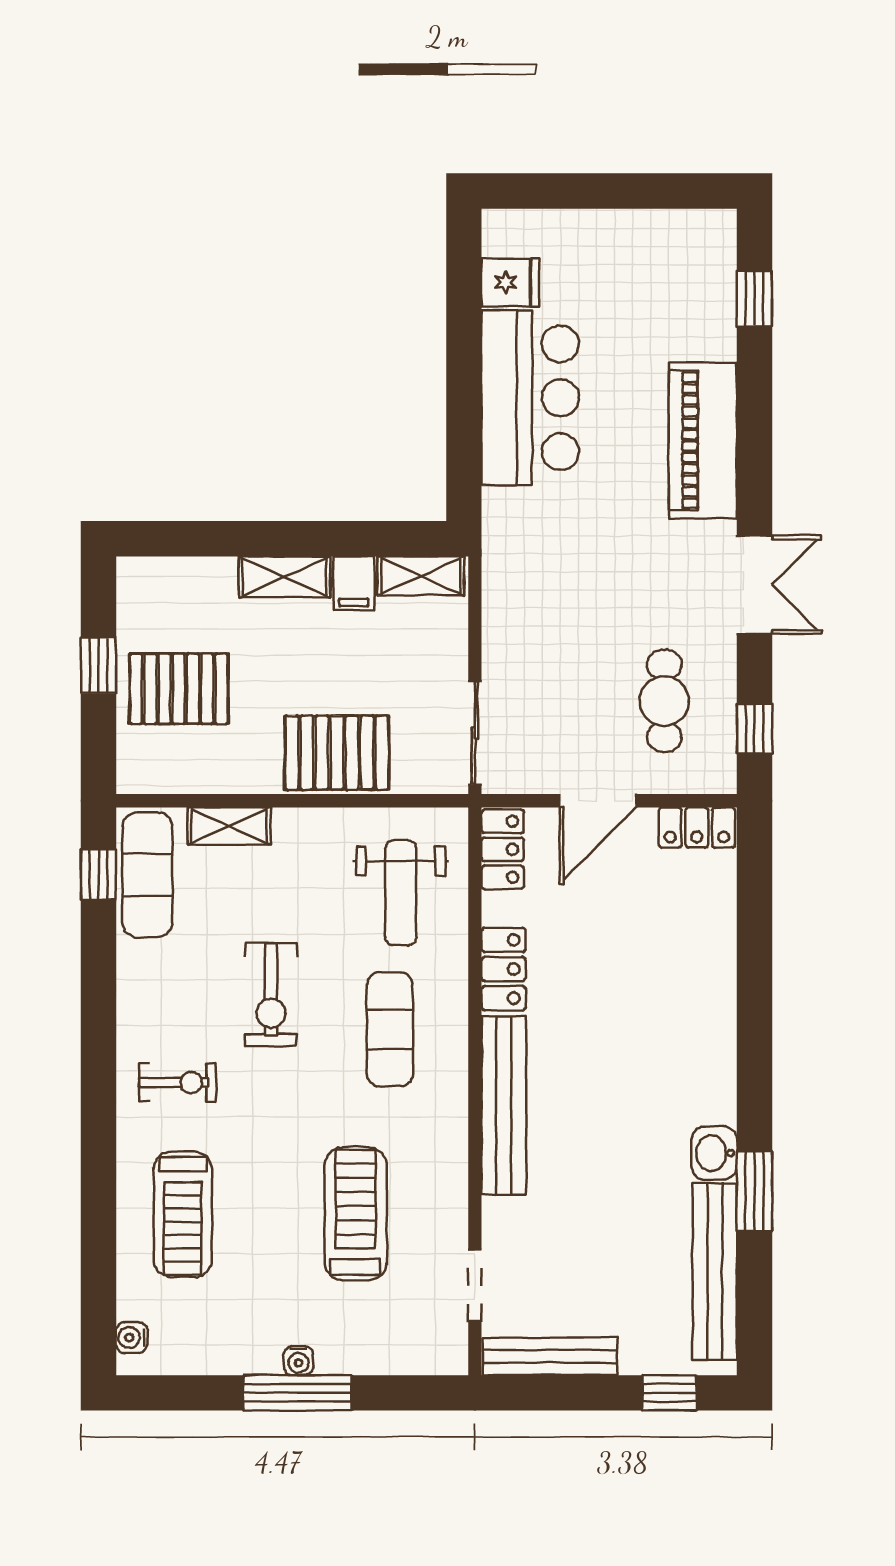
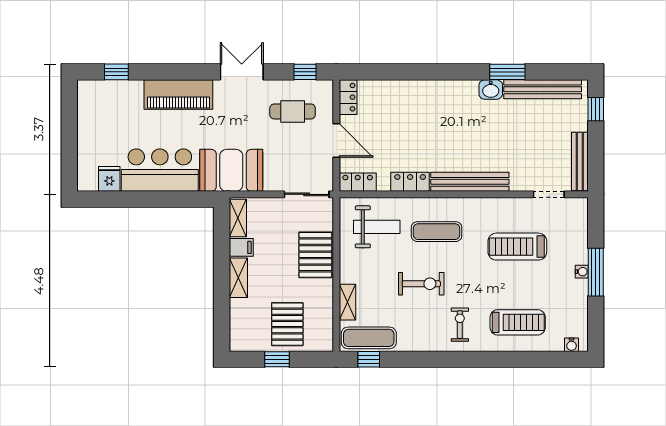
booth: (530, 561) -> (231, 170), added

